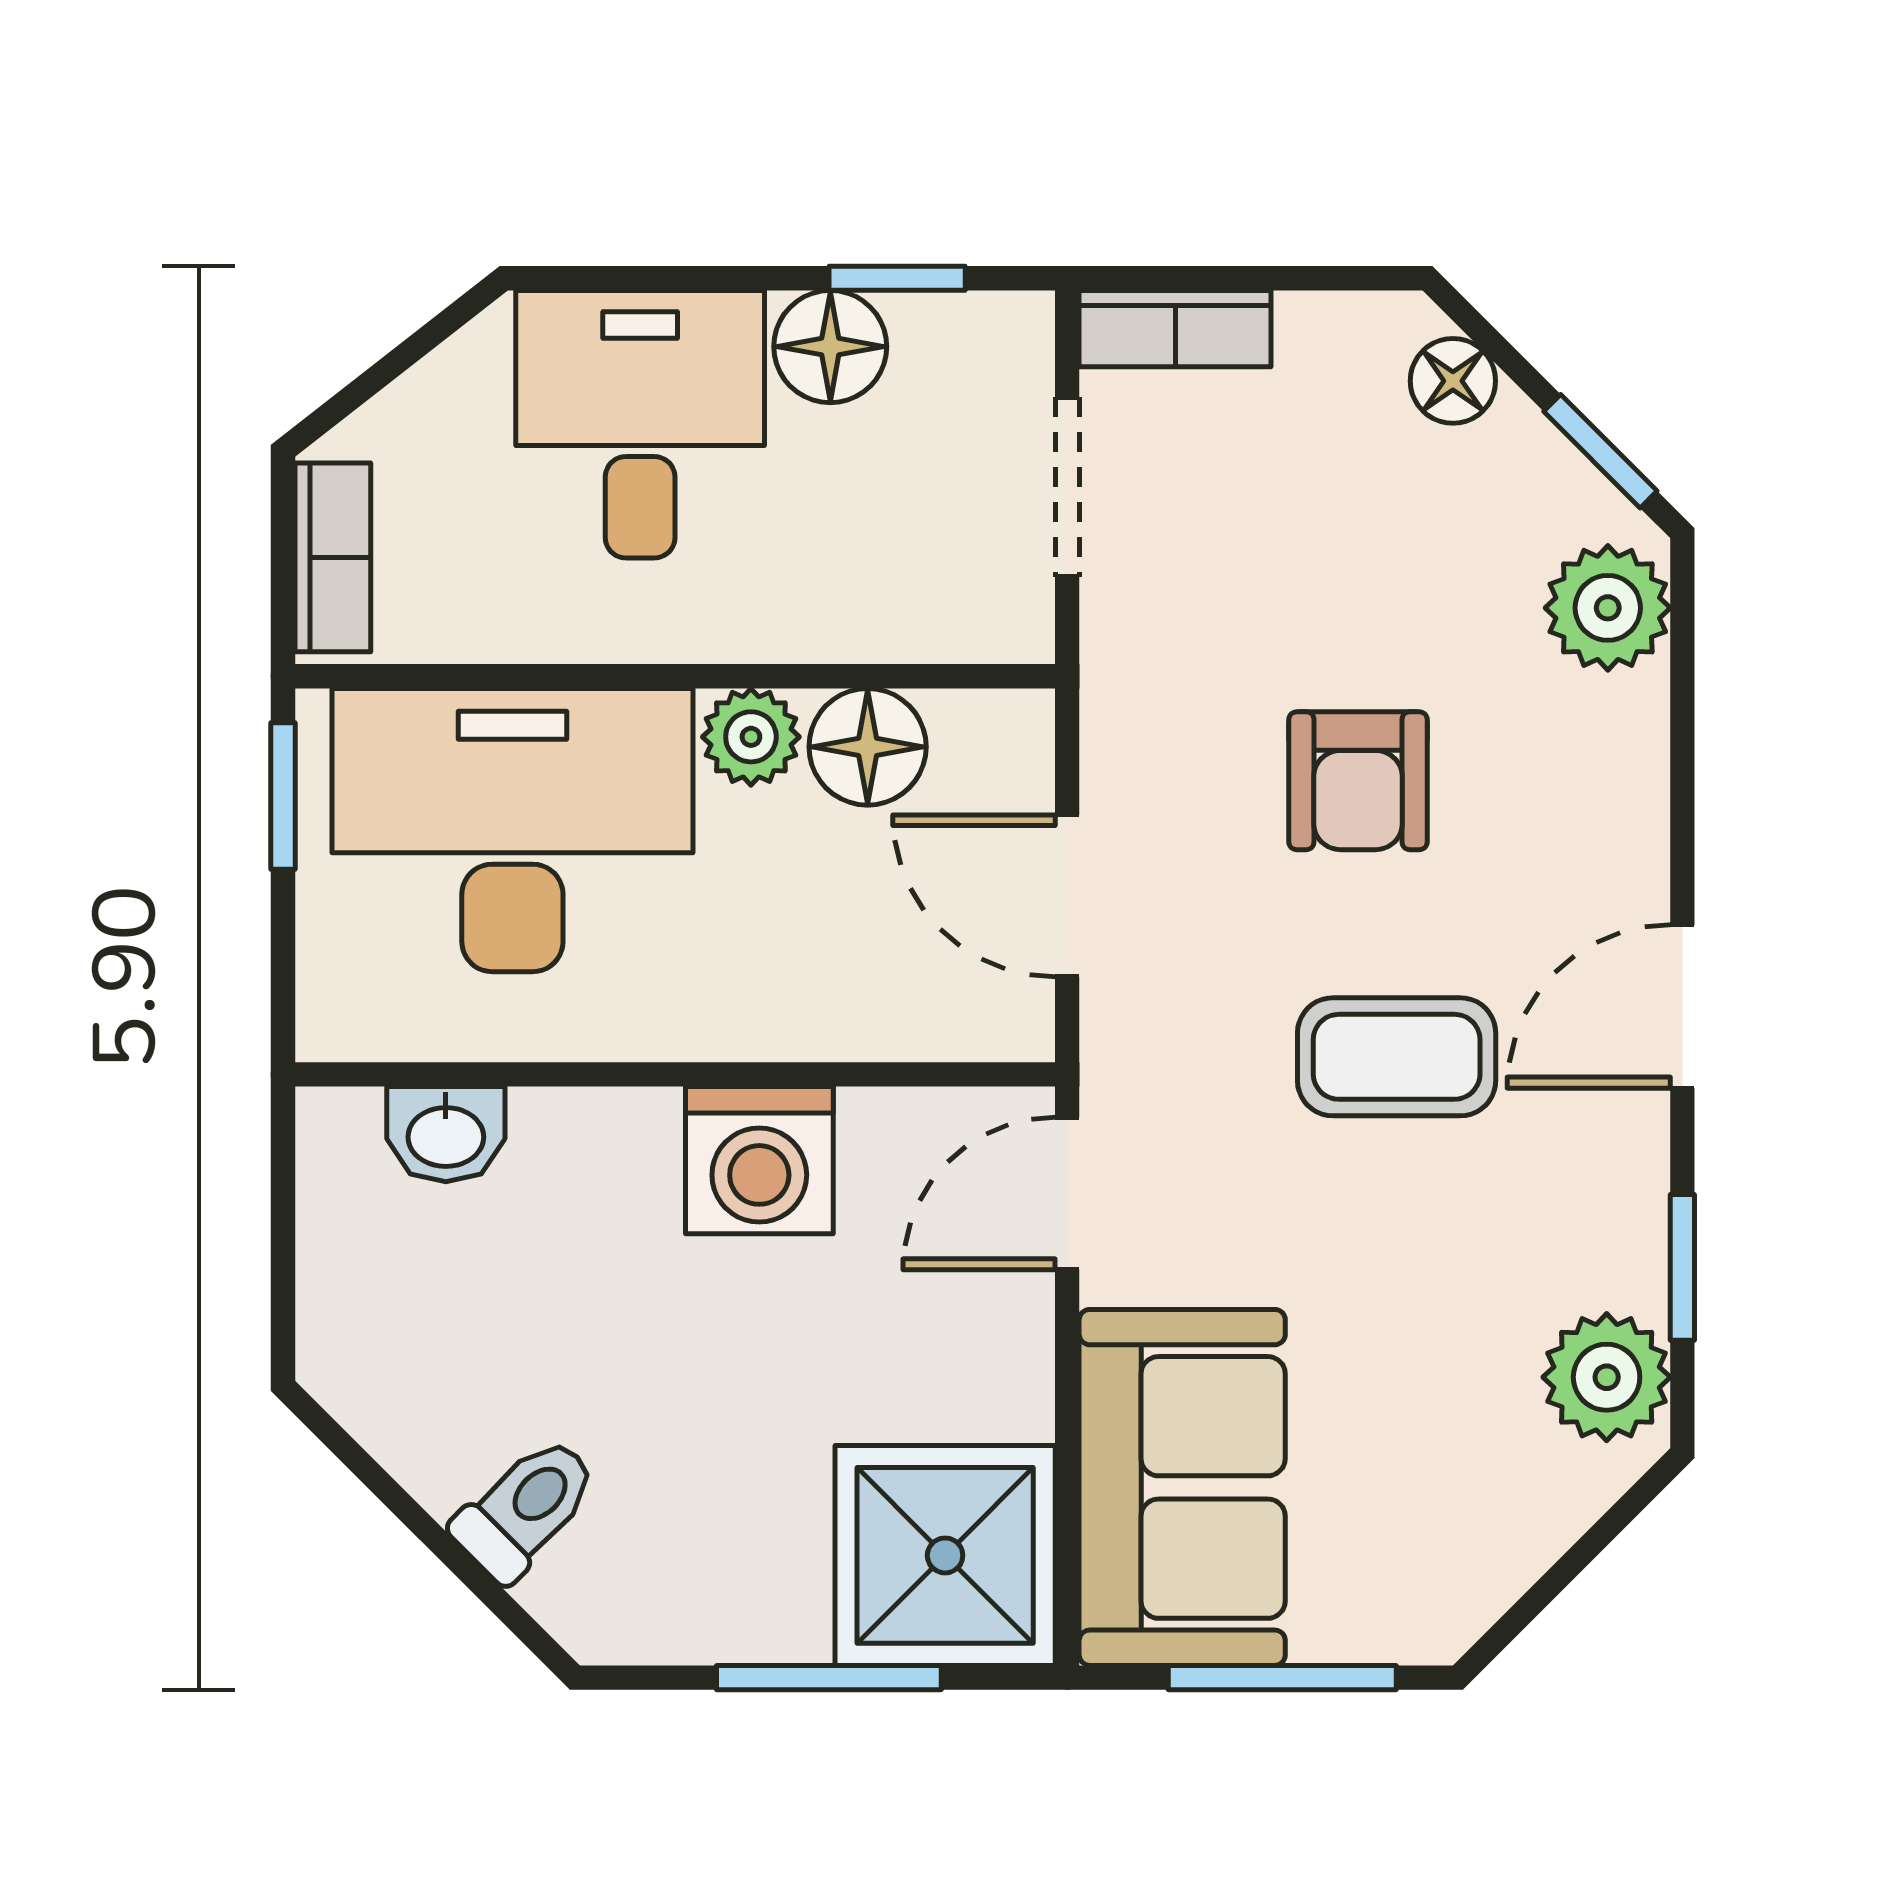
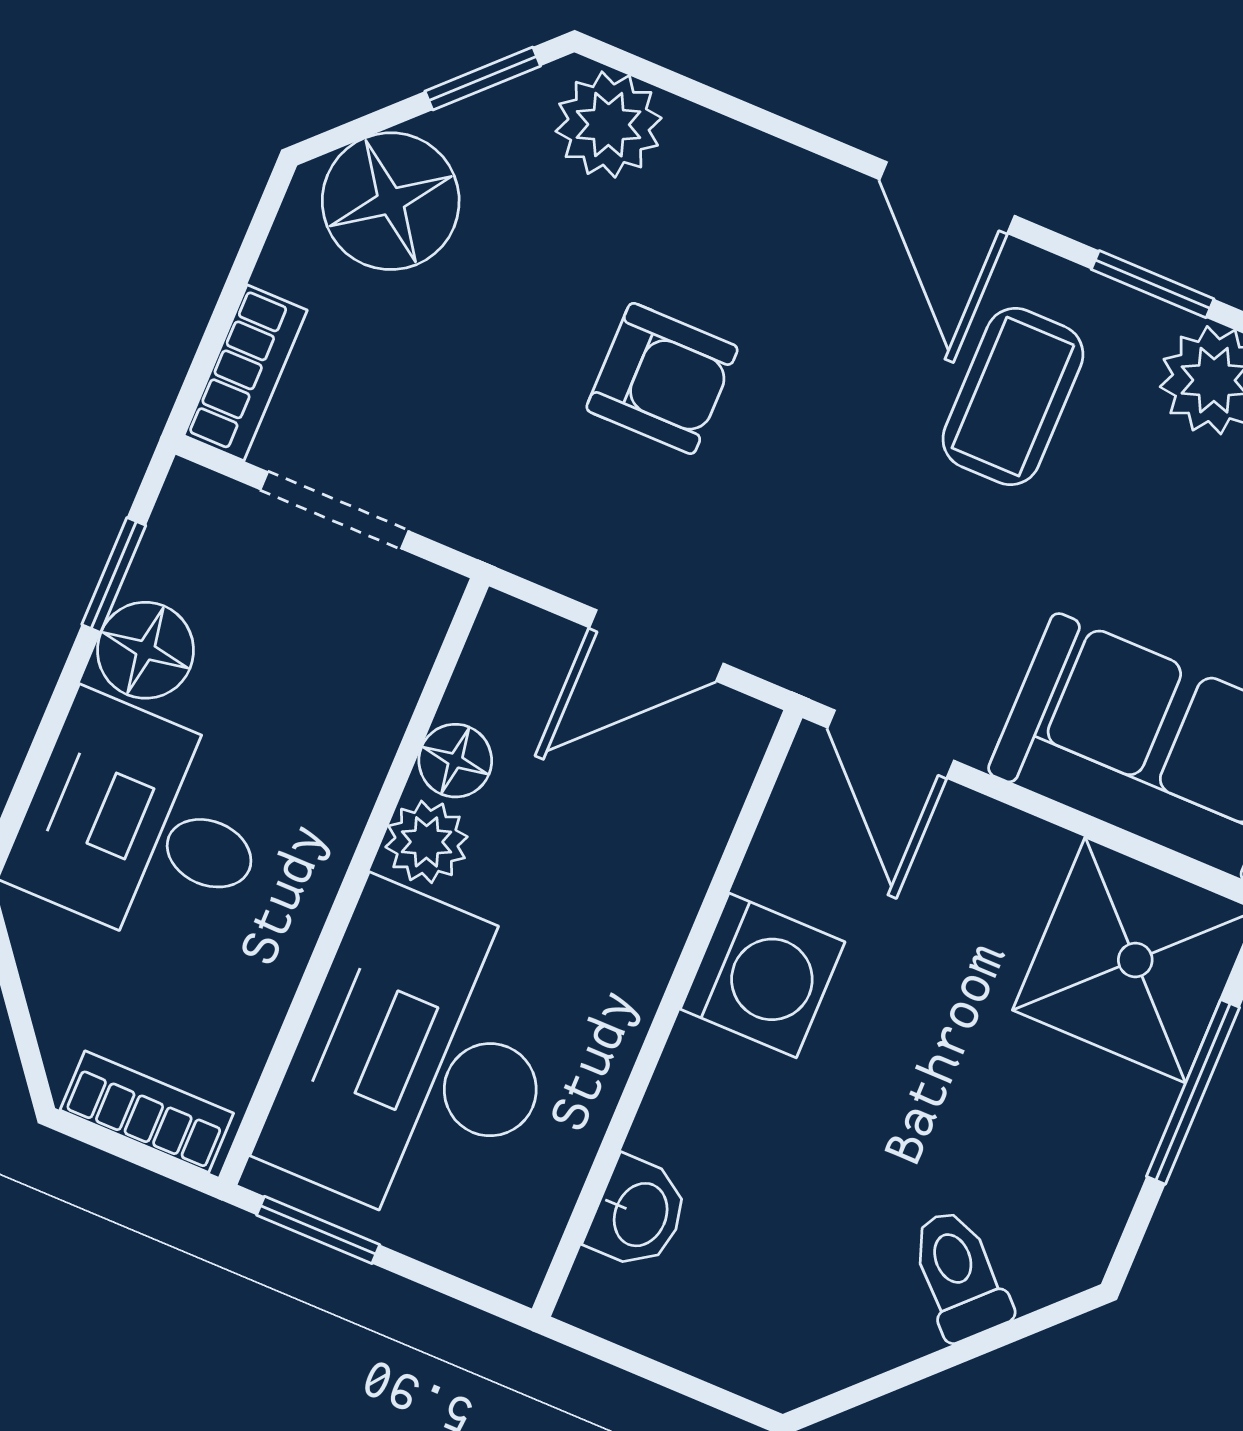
floor lamp: (1453, 381) -> (391, 201), width x1.89, depth x1.89
floor lamp: (868, 747) -> (455, 761), width x0.73, depth x0.73
coffee table: (1397, 1057) -> (1013, 397), moved

